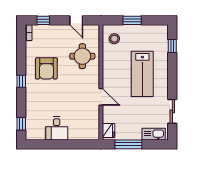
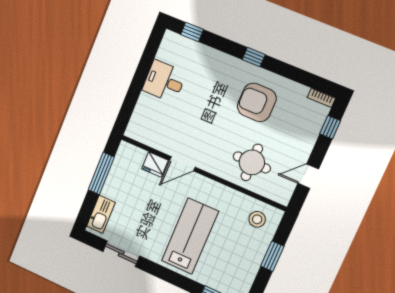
lab bench: (142, 74) -> (190, 236), turned 90
fridge: (109, 130) -> (155, 165), moved

